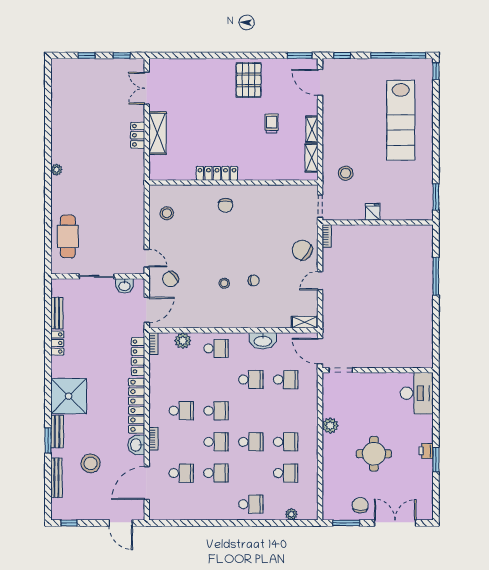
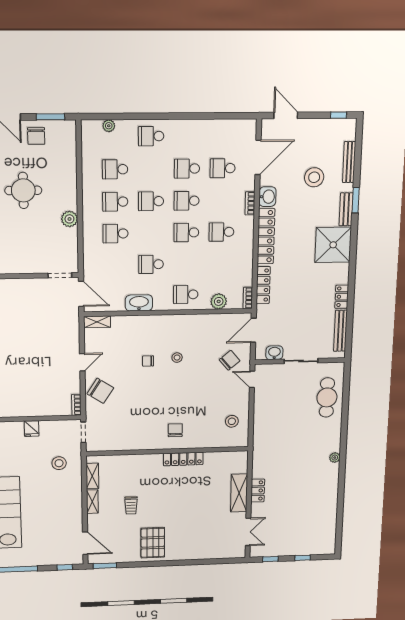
bench: (57, 313) -> (341, 331), width x1.36
school desk: (286, 380) -> (116, 234), moved

